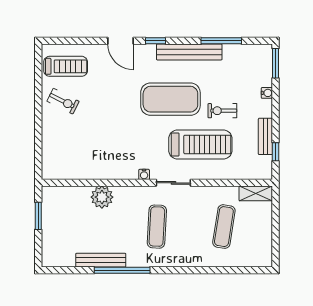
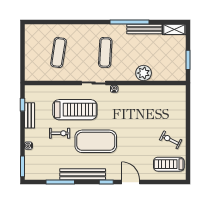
treadmill: (200, 144) -> (75, 110), turned 180
shelving: (256, 193) -> (174, 29), moved

